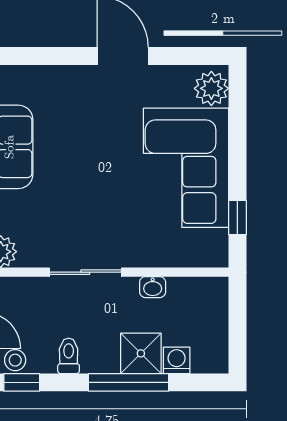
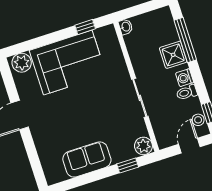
washbasin: (153, 287) -> (126, 27), moved
washing machine: (177, 360) -> (185, 78), moved
window: (129, 382) -> (185, 40), moved

